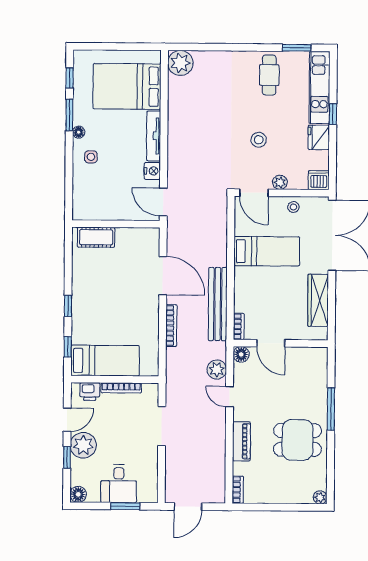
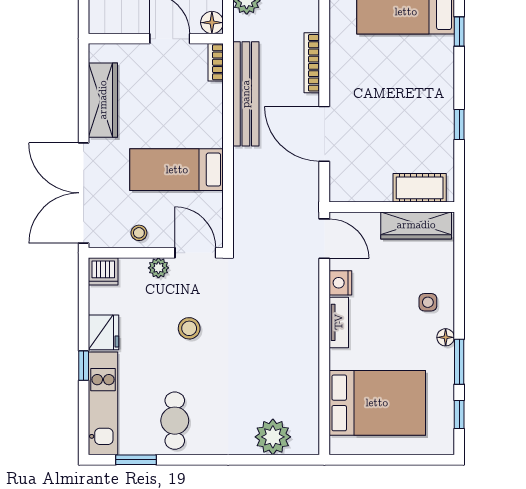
plant: (180, 63) -> (273, 437), moved
tv unit: (154, 136) -> (339, 322), width x0.71
wardrobe: (99, 211) -> (416, 225), added
window: (68, 306) -> (459, 125), moved

